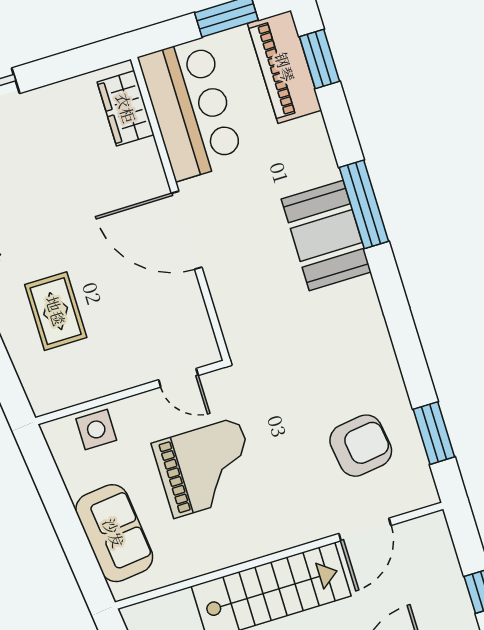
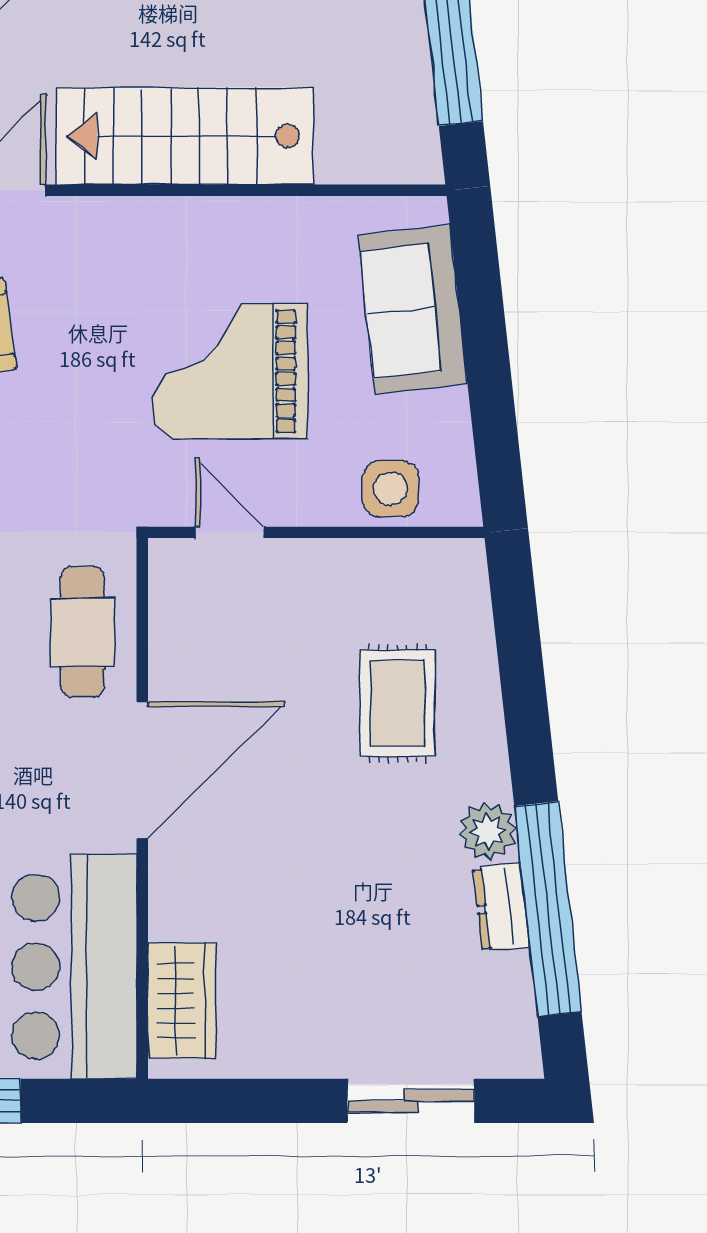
door: (187, 230) -> (142, 770), hinge flipped
cafe table: (244, 297) -> (83, 632), added

